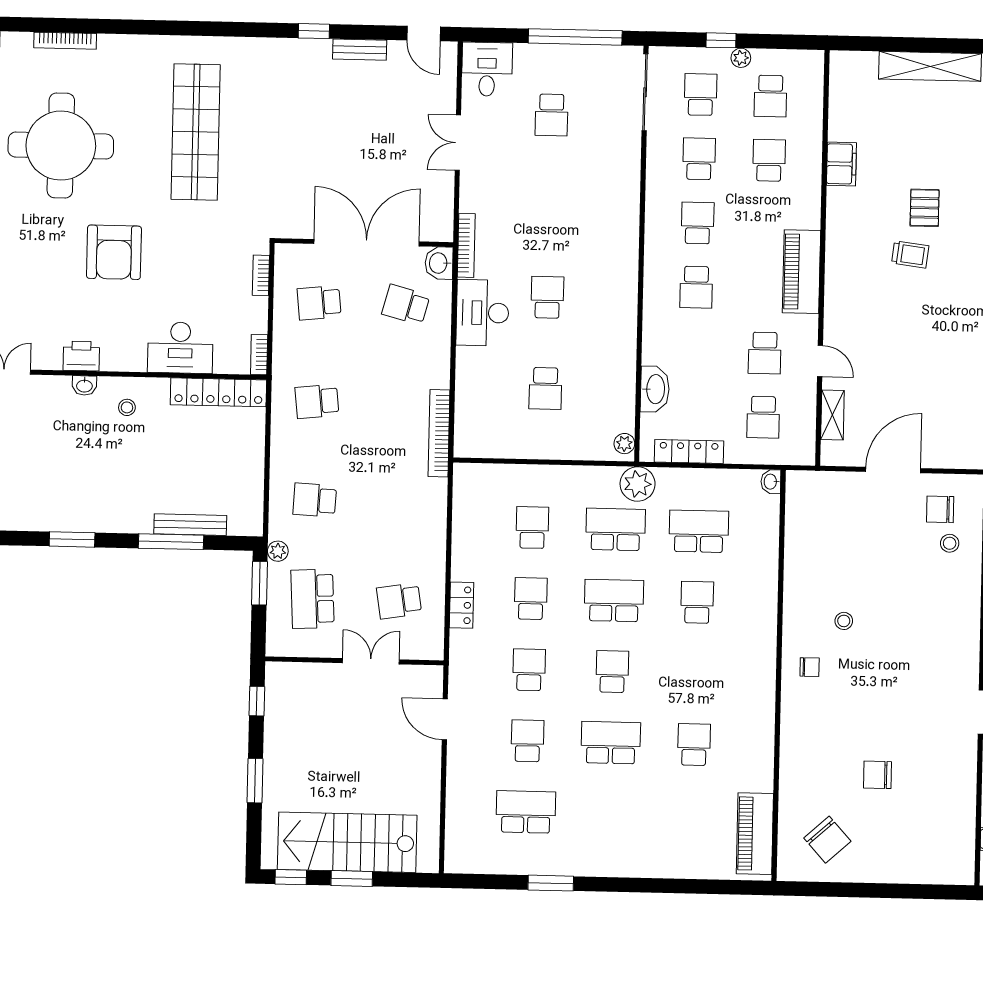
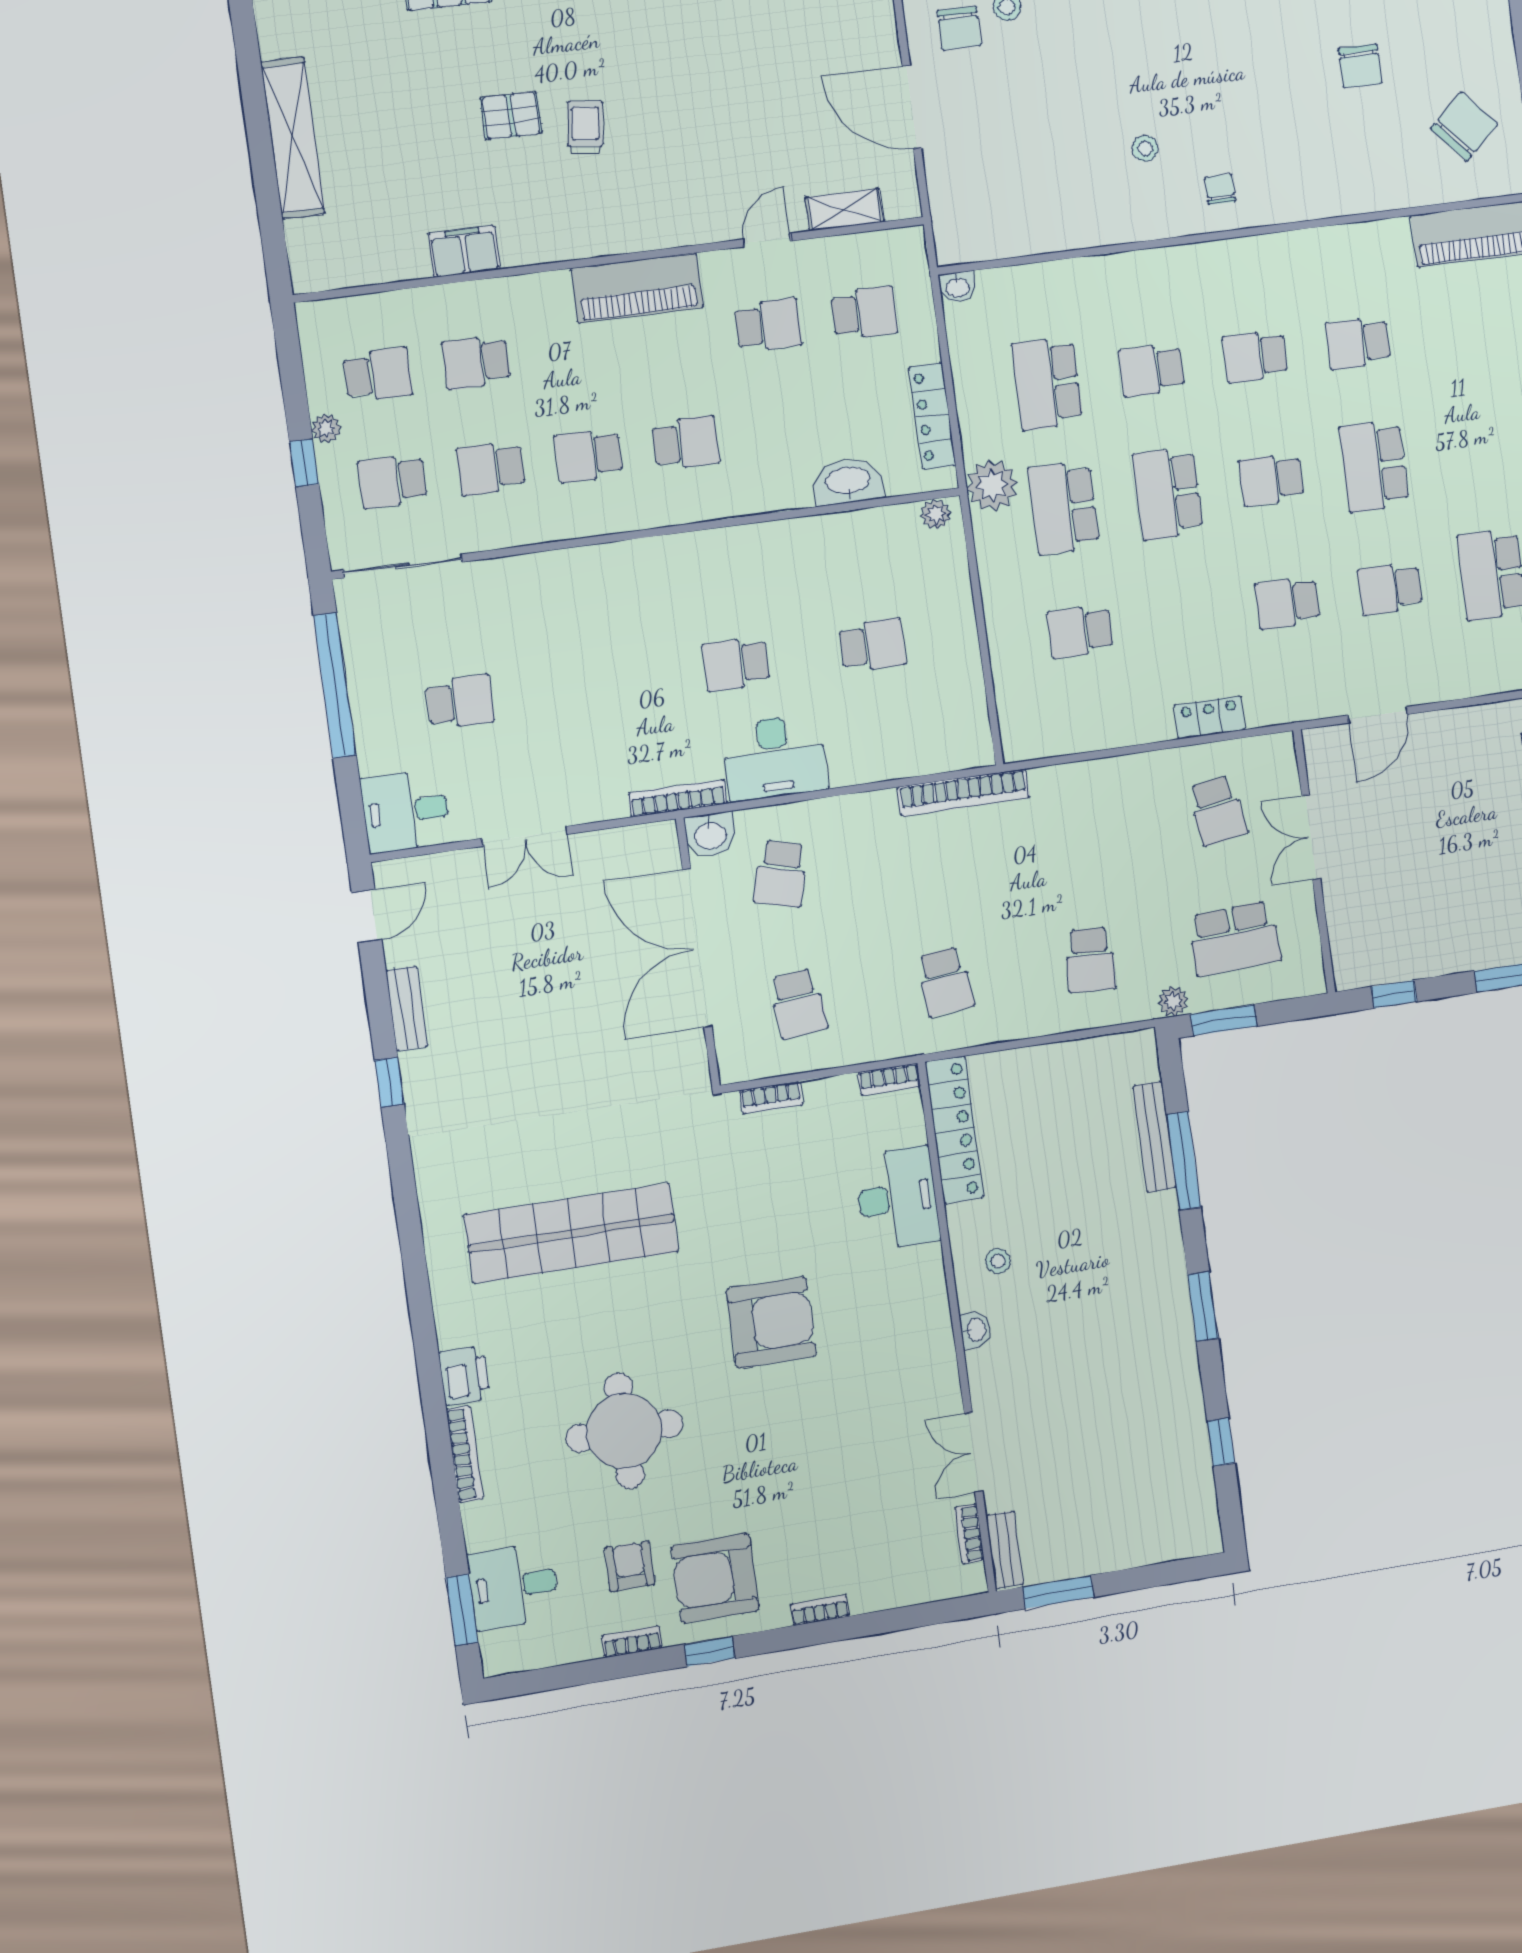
round table: (61, 146) -> (624, 1431), width x0.73, depth x0.73
printer: (81, 356) -> (464, 1376), moved, turned 180
school desk: (531, 599) -> (1255, 356), moved

